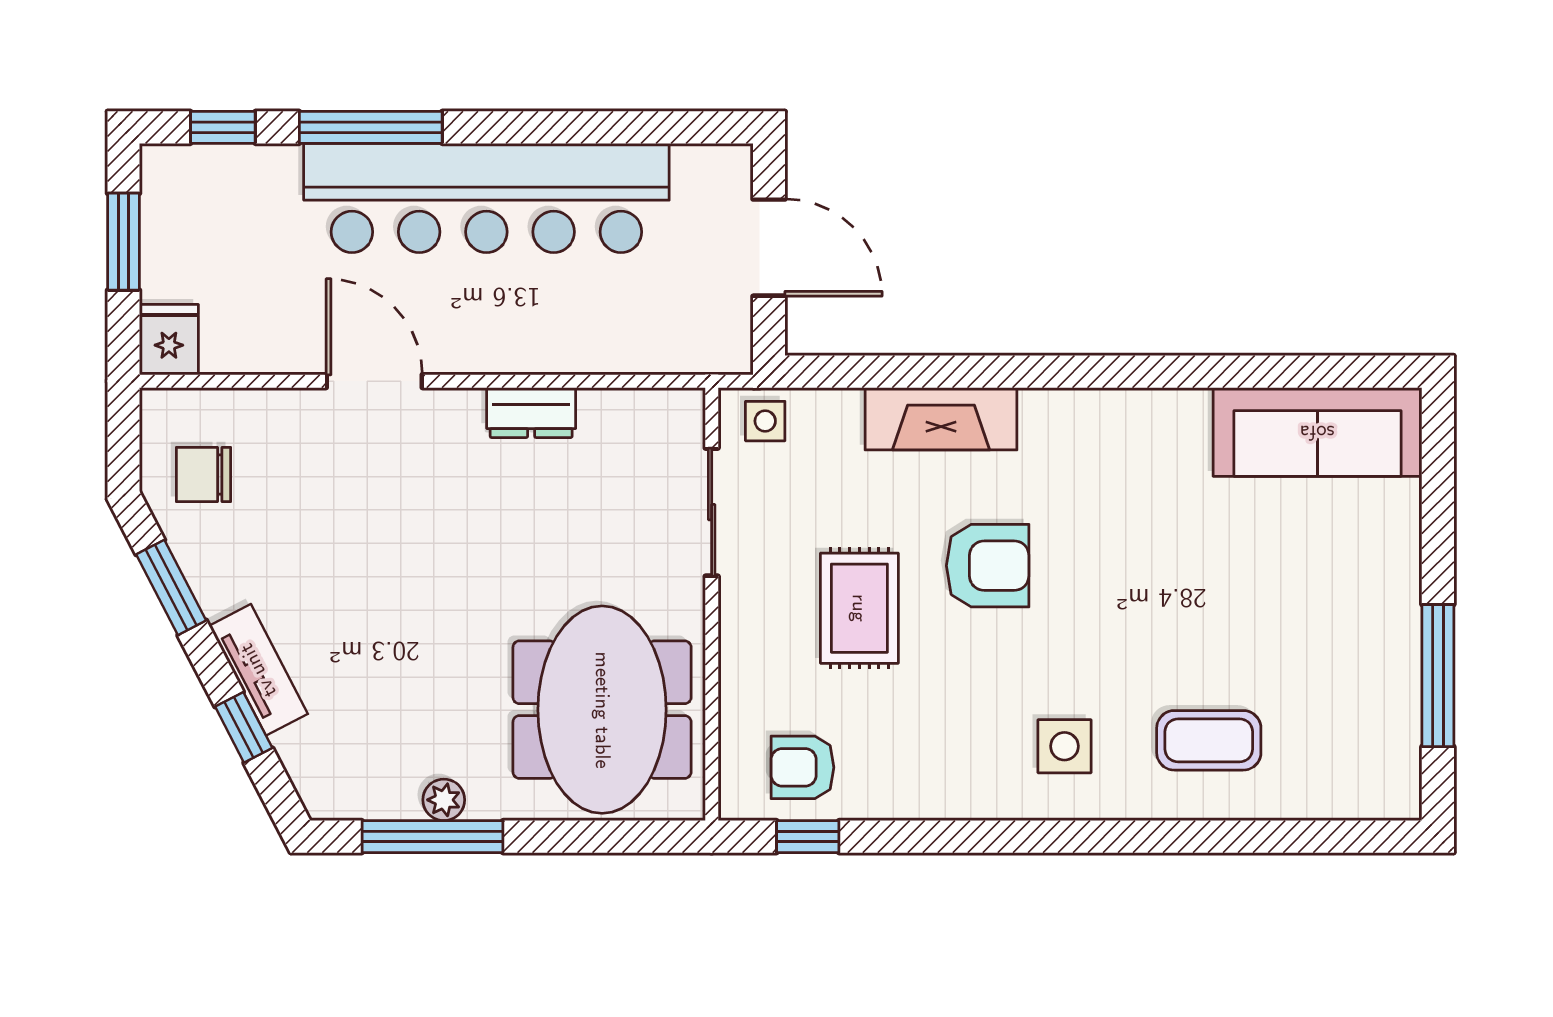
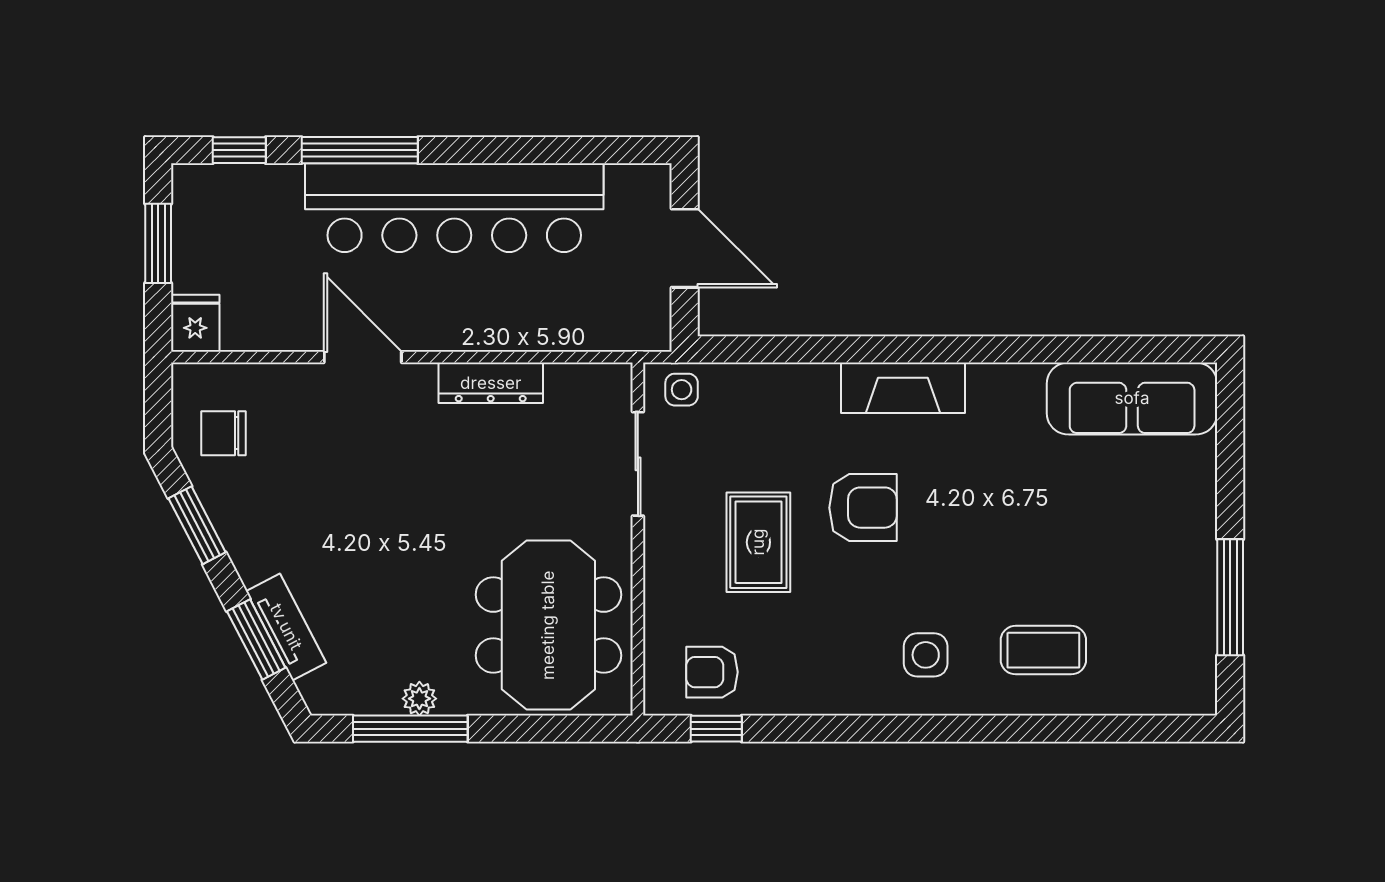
dresser: (531, 413) -> (491, 383), width x1.44
fireplace: (941, 419) -> (903, 388), moved
tv unit: (258, 670) -> (286, 627), moved
window: (244, 727) -> (256, 639), width x1.50

